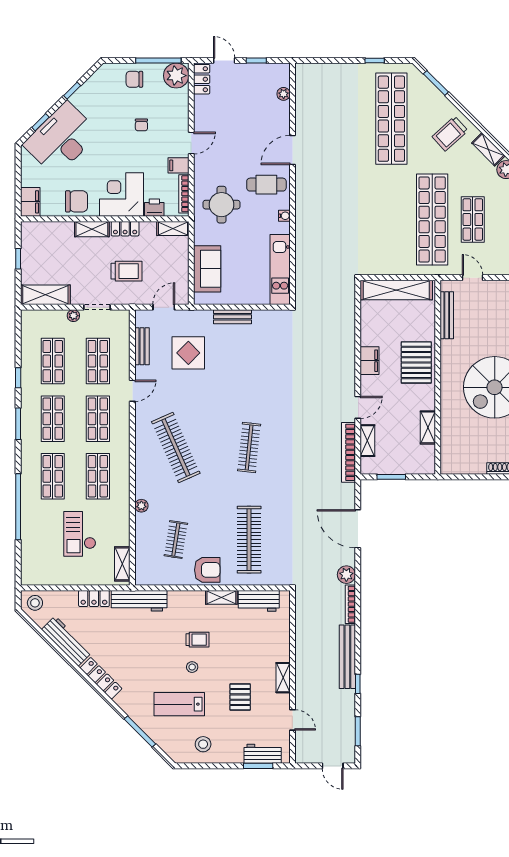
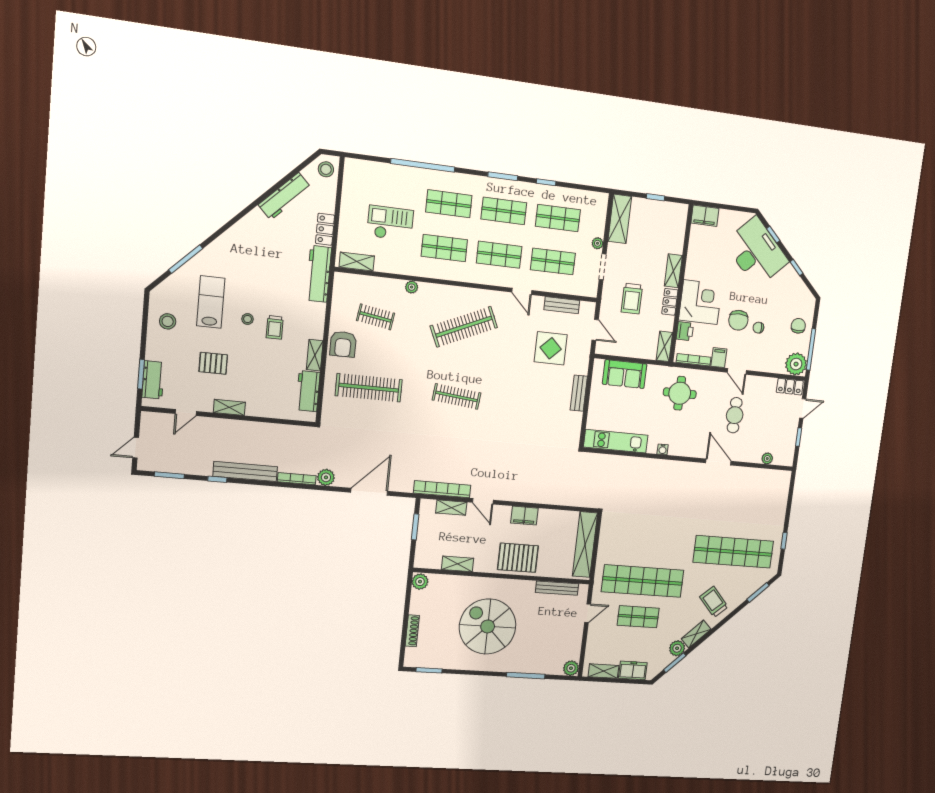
cafe table: (266, 185) -> (735, 415), moved
chair: (77, 201) -> (738, 320), moved
plant: (450, 466) -> (420, 582), added
locker: (101, 678) -> (244, 226), removed

